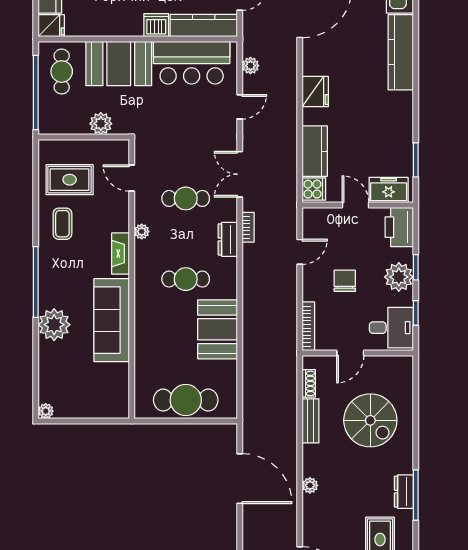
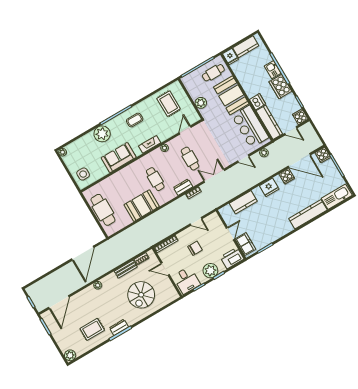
cooker: (314, 189) -> (287, 176), moved
coffee table: (62, 224) -> (135, 120), moved
sofa: (112, 320) -> (119, 158), width x0.73
side table: (104, 398) -> (83, 174), added

